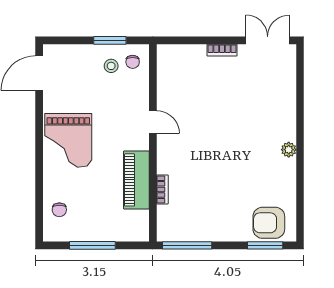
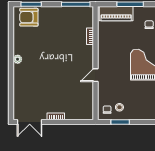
door: (153, 122) -> (95, 75), hinge flipped
piano: (136, 180) -> (116, 14), moved, turned 90
armchair: (269, 223) -> (29, 17), turned 180

